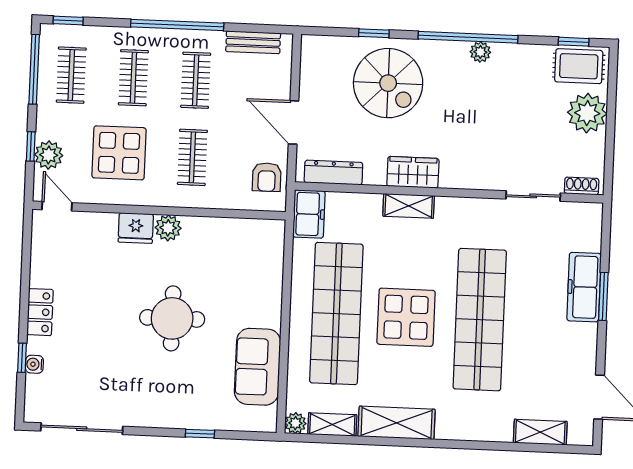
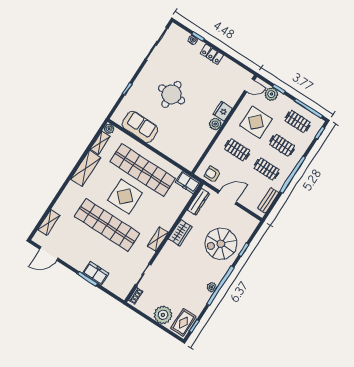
shelving: (409, 206) -> (158, 239), moved
freezer: (584, 287) -> (96, 273), width x0.71
round table: (172, 318) -> (172, 94), moved

